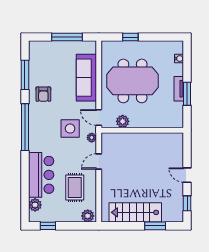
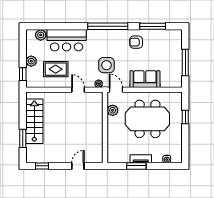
sofa: (86, 78) -> (145, 79), width x0.73
meeting table: (133, 81) -> (147, 119), turned 90
door: (99, 117) -> (116, 90), hinge flipped
door: (187, 175) -> (78, 166), moved
plant: (88, 216) -> (31, 61), moved
window: (48, 226) -> (23, 74), moved

